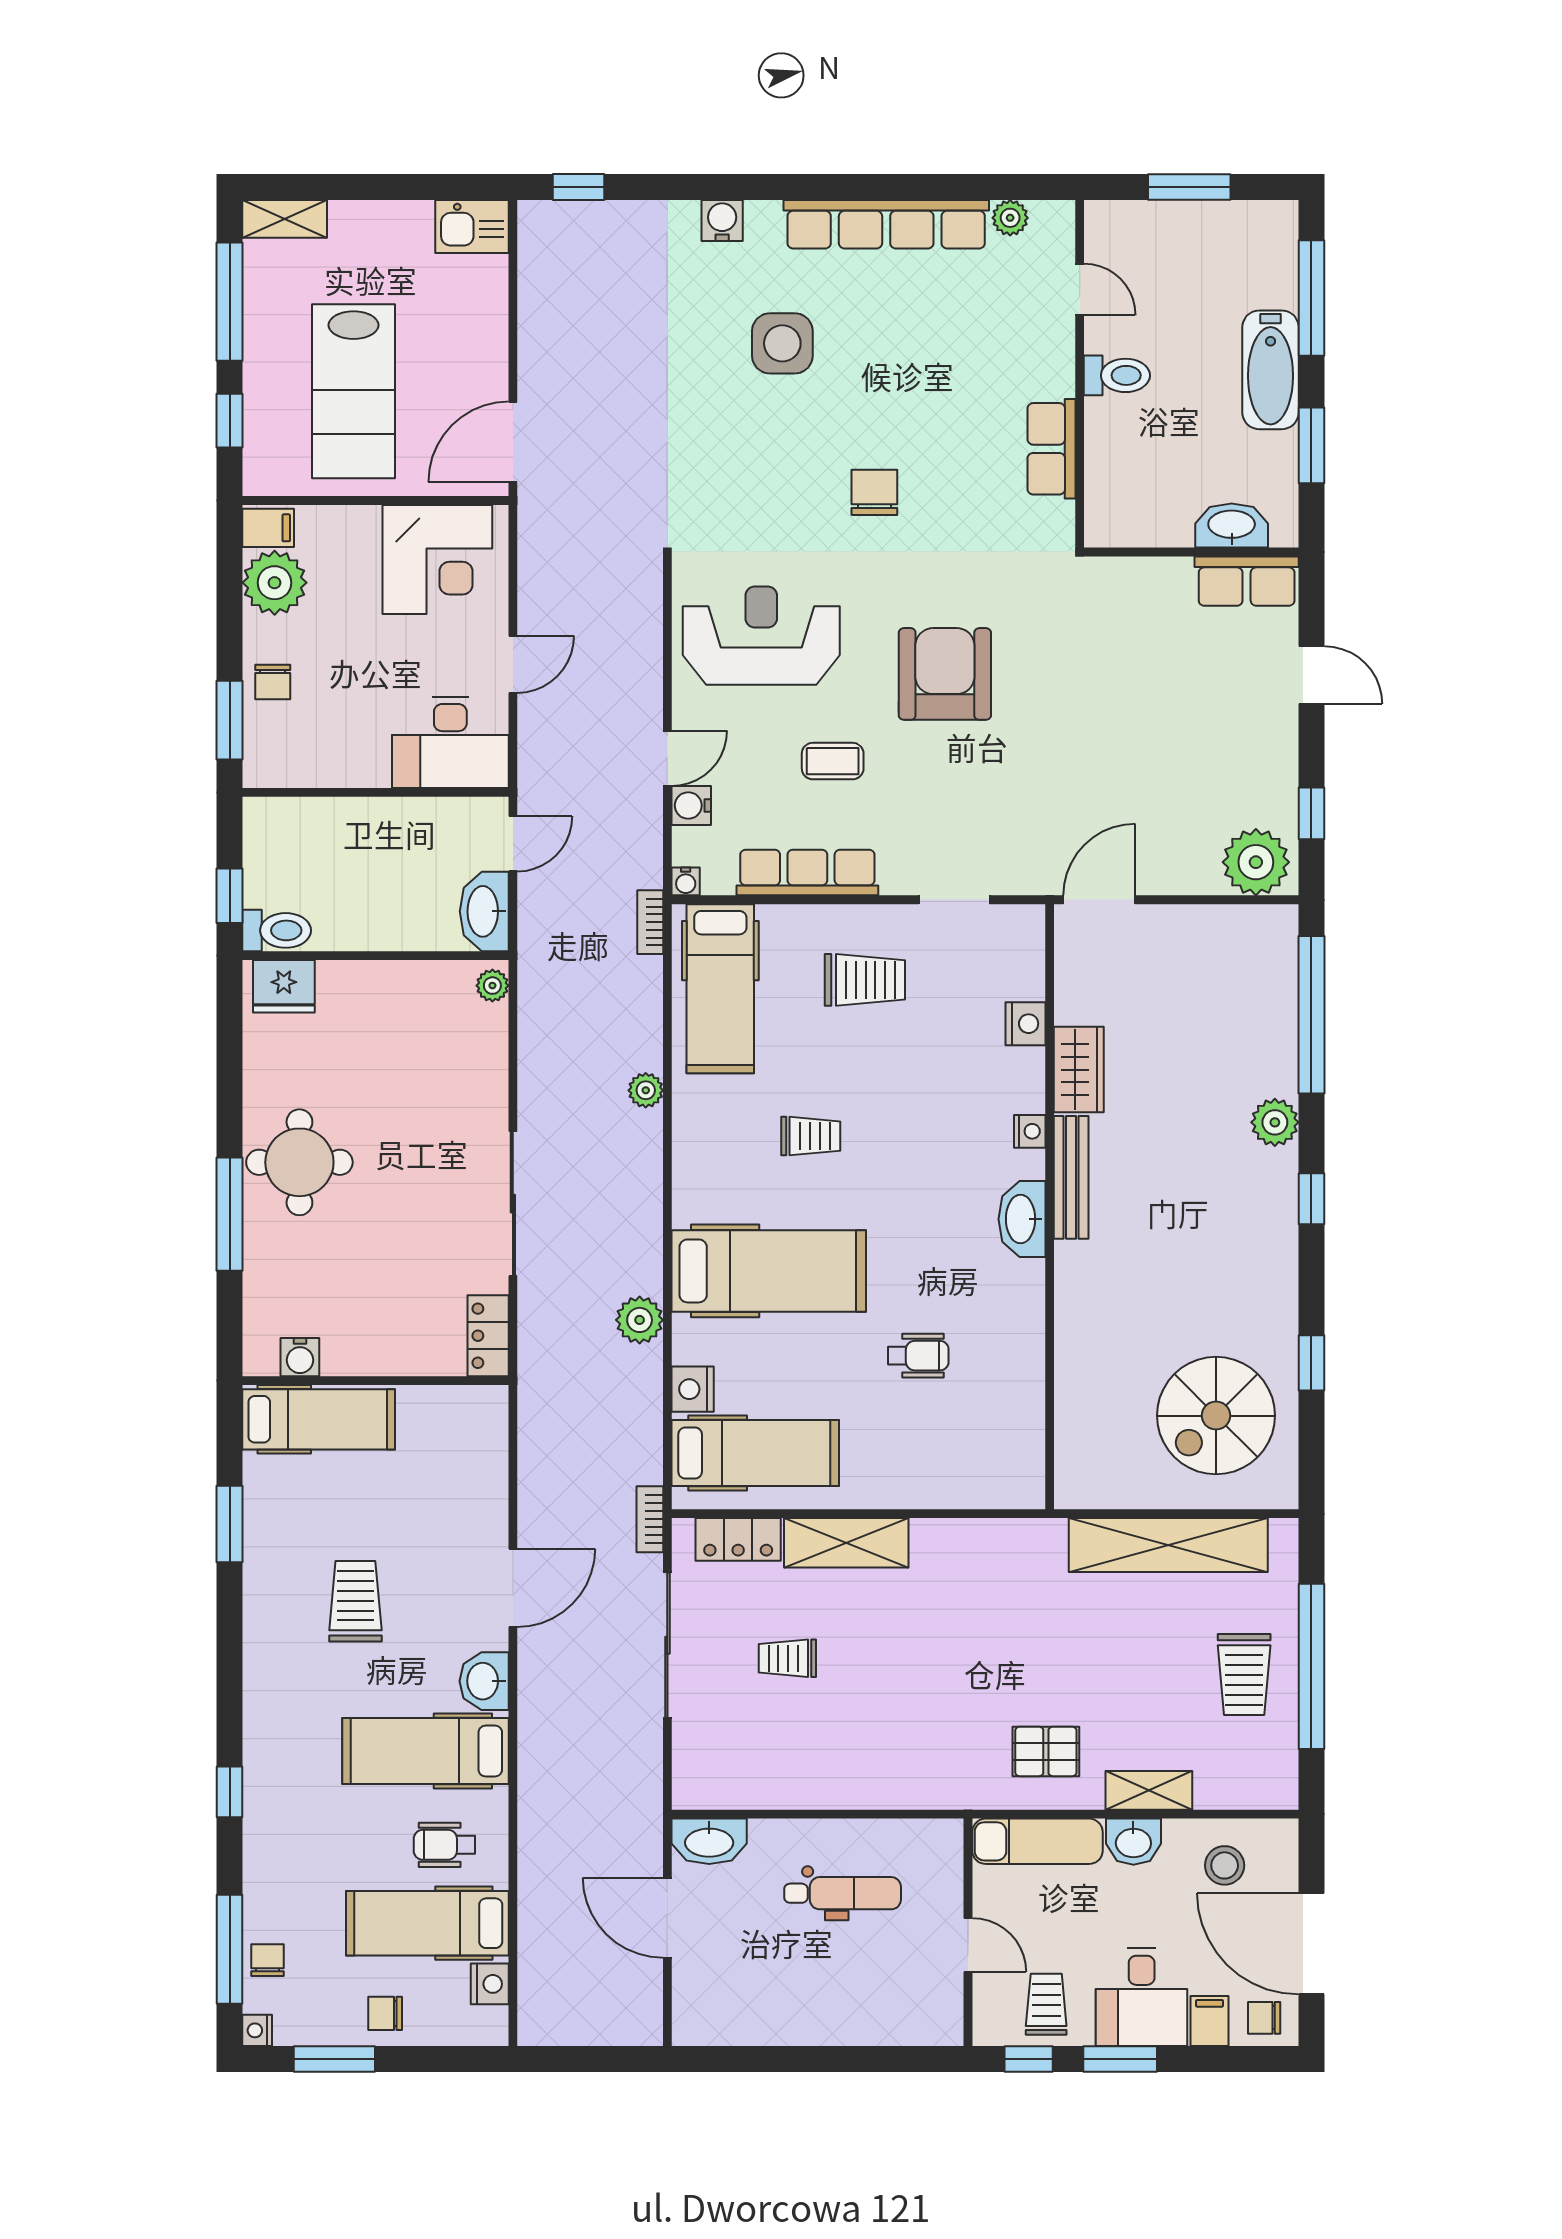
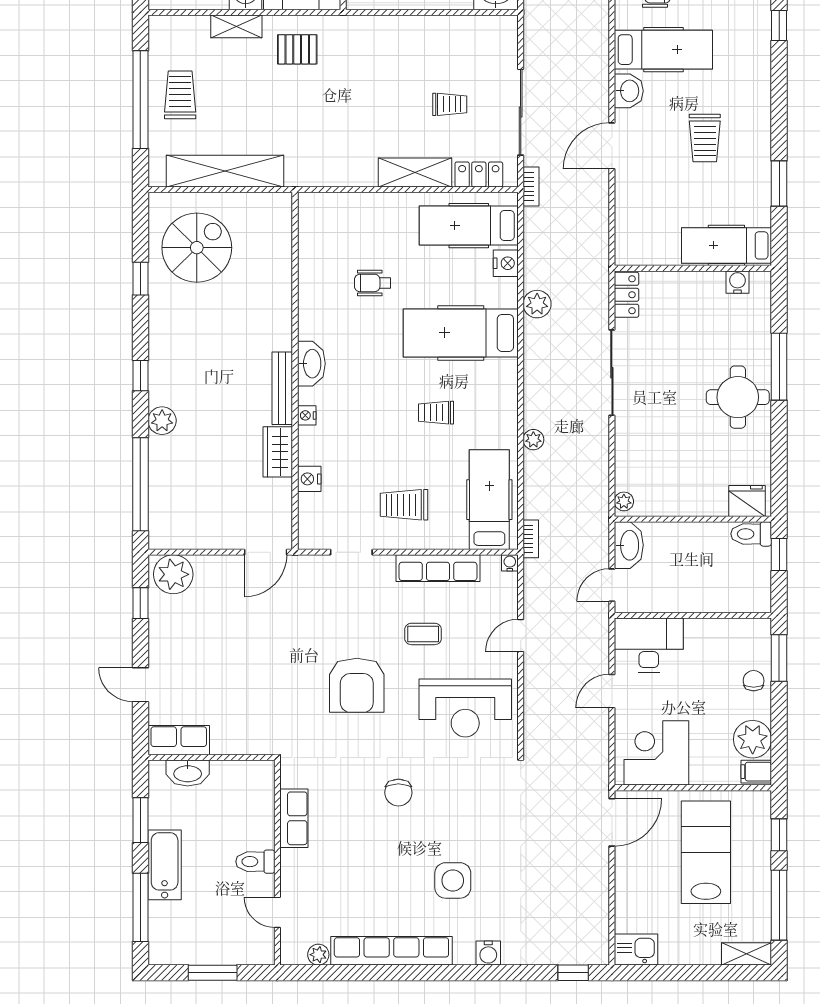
water cooler: (691, 805) -> (506, 608), removed

